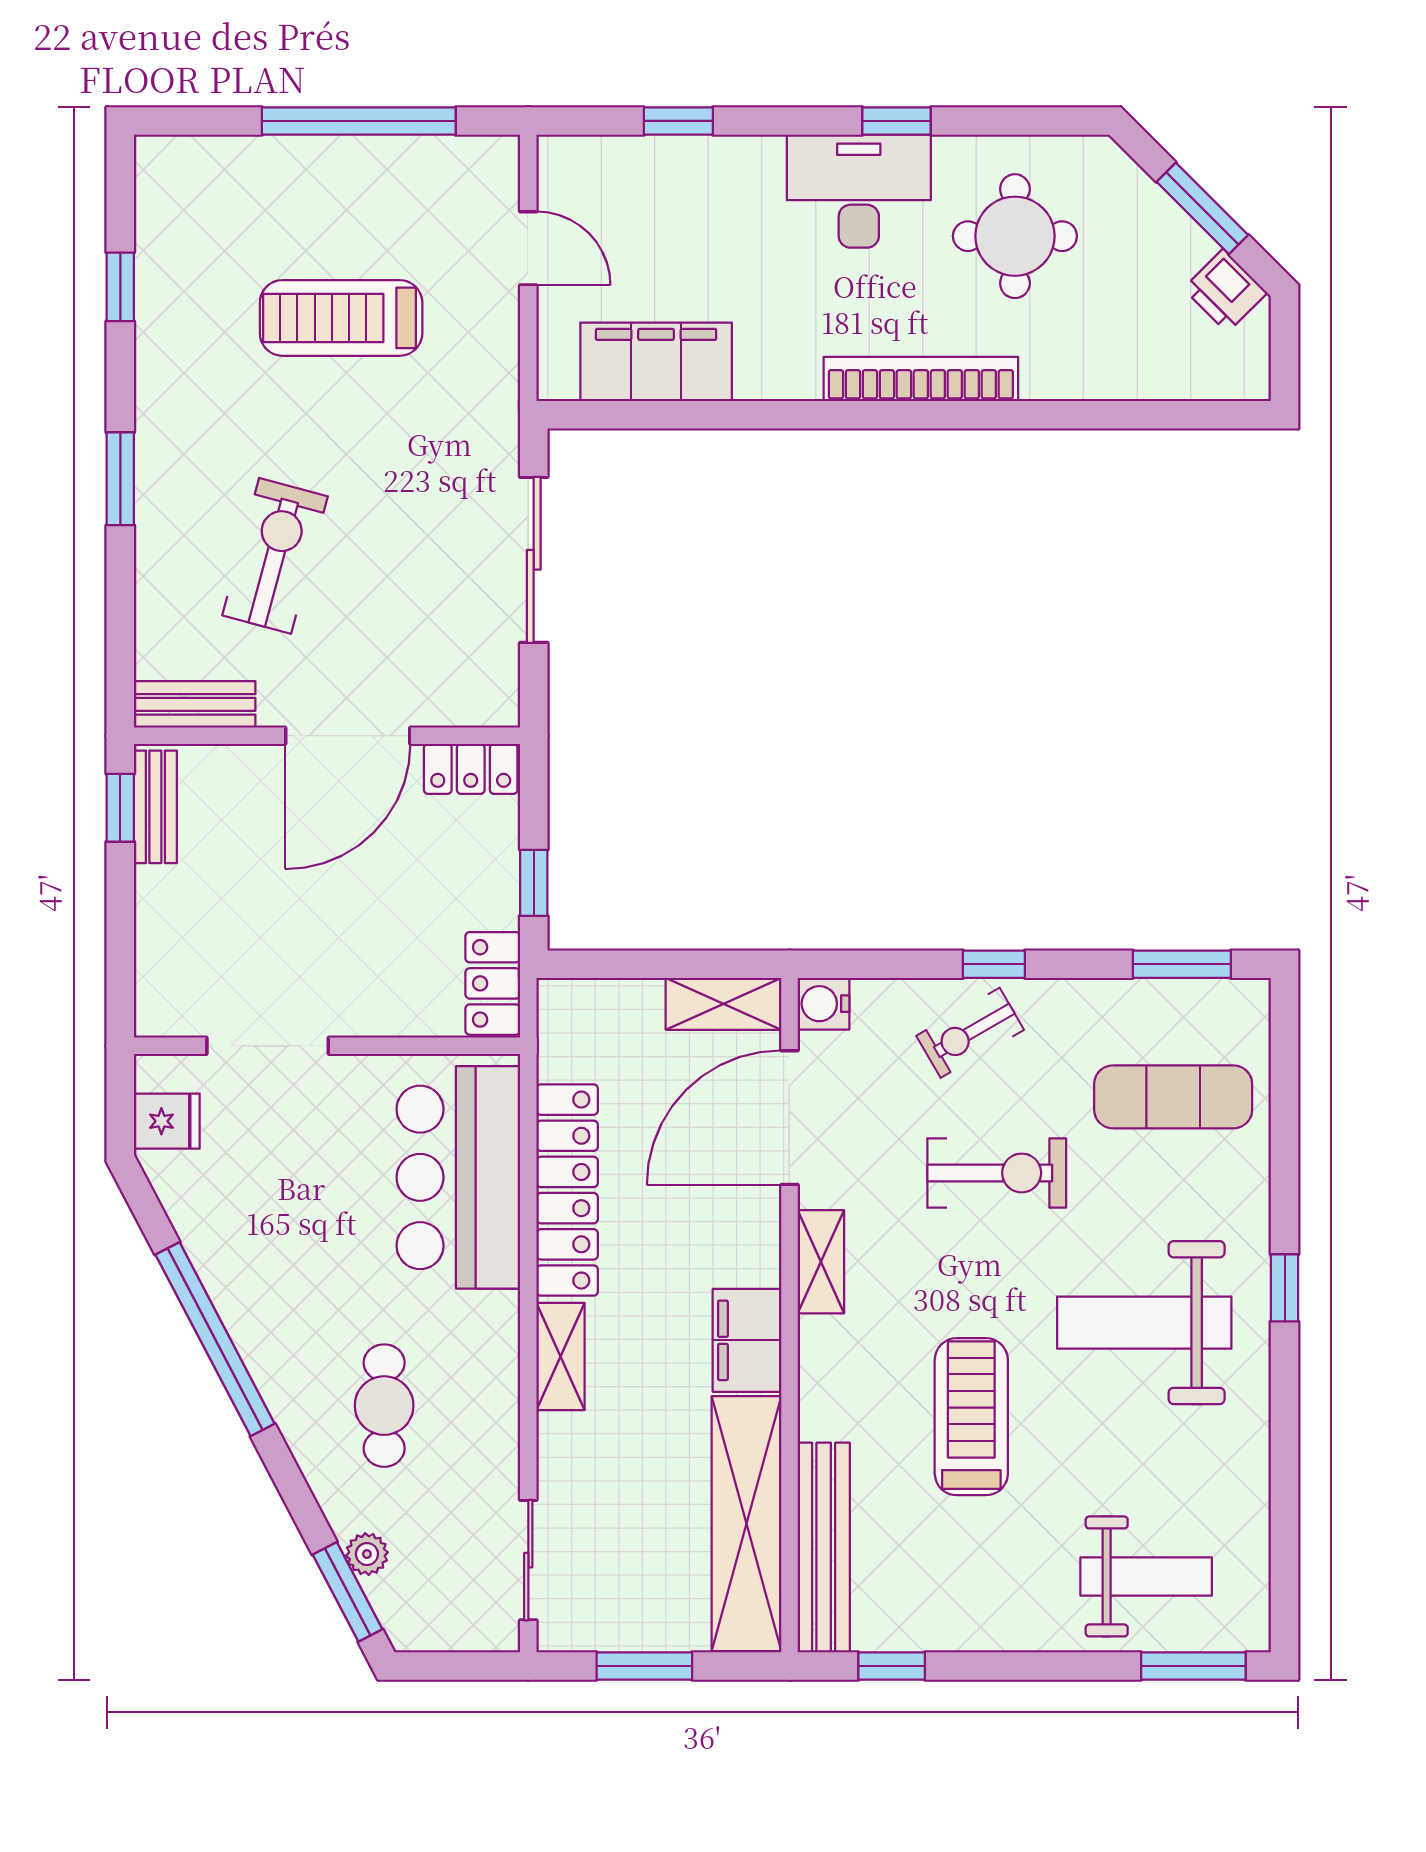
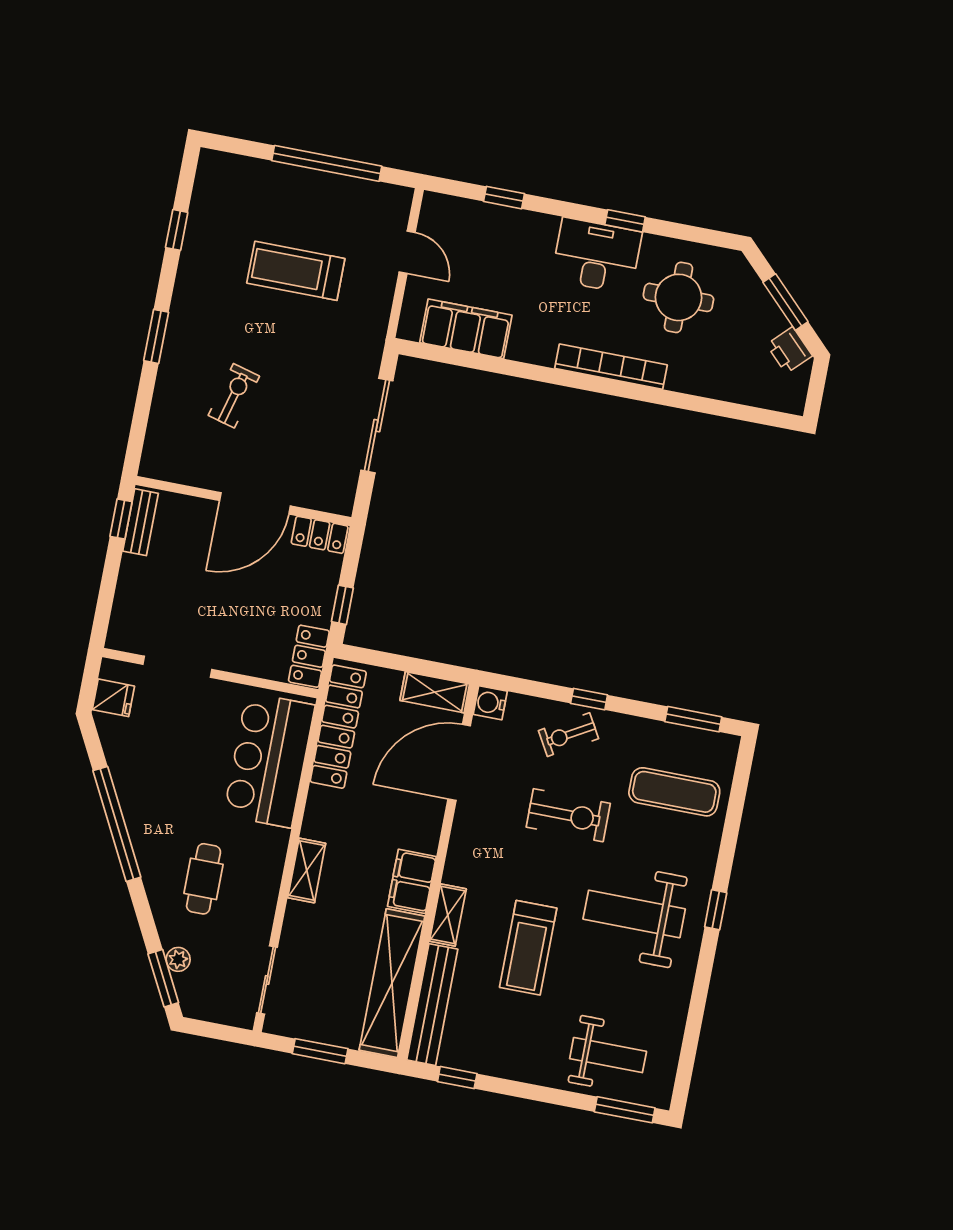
exercise bike: (275, 556) -> (234, 396), width x0.73, depth x0.72
bench: (195, 704) -> (173, 470), removed
locker: (567, 1190) -> (338, 727), moved
shelving: (821, 1262) -> (448, 915), moved
treadmill: (971, 1417) -> (528, 948), turned 180

